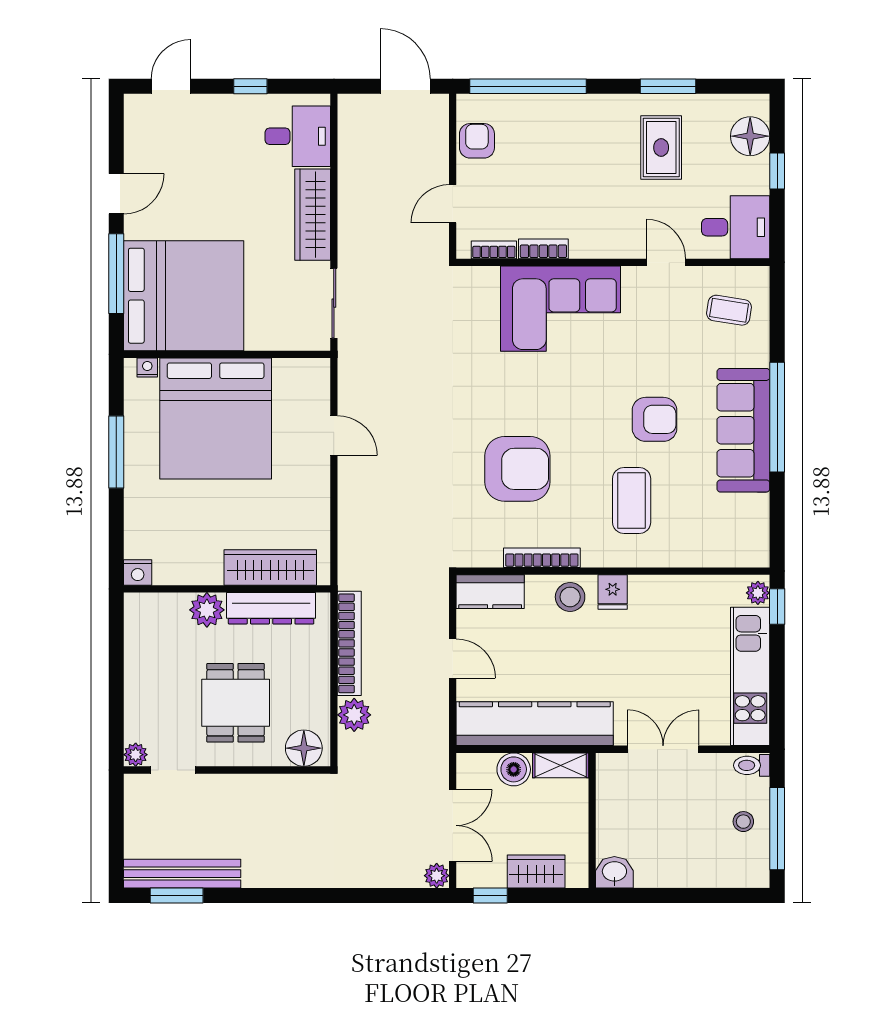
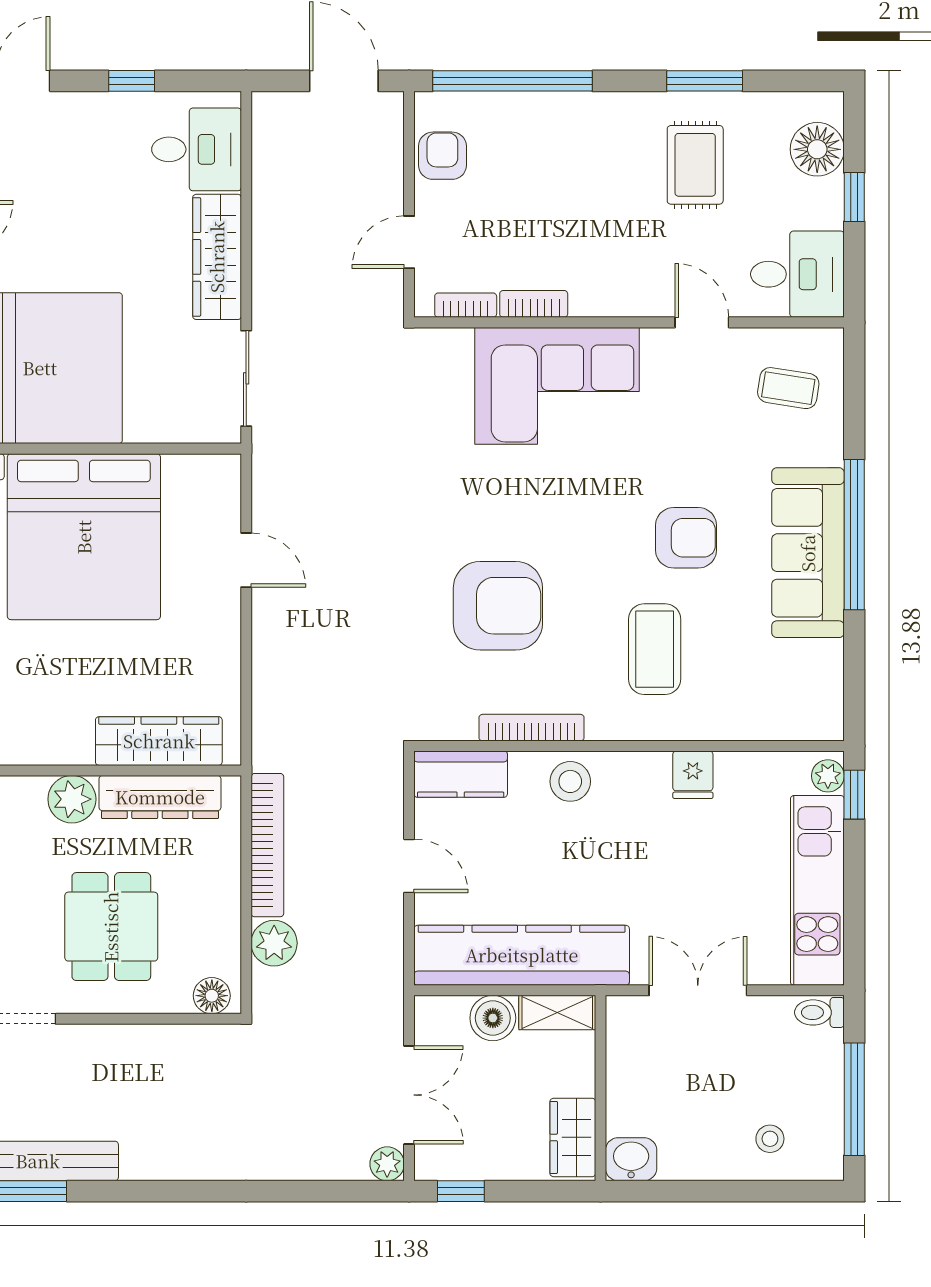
fridge: (613, 592) -> (693, 775), moved
floor lamp: (304, 748) -> (212, 996), width x0.73, depth x0.73
stool: (743, 822) -> (770, 1139), moved
wardrobe: (536, 872) -> (573, 1137), moved, turned -90

